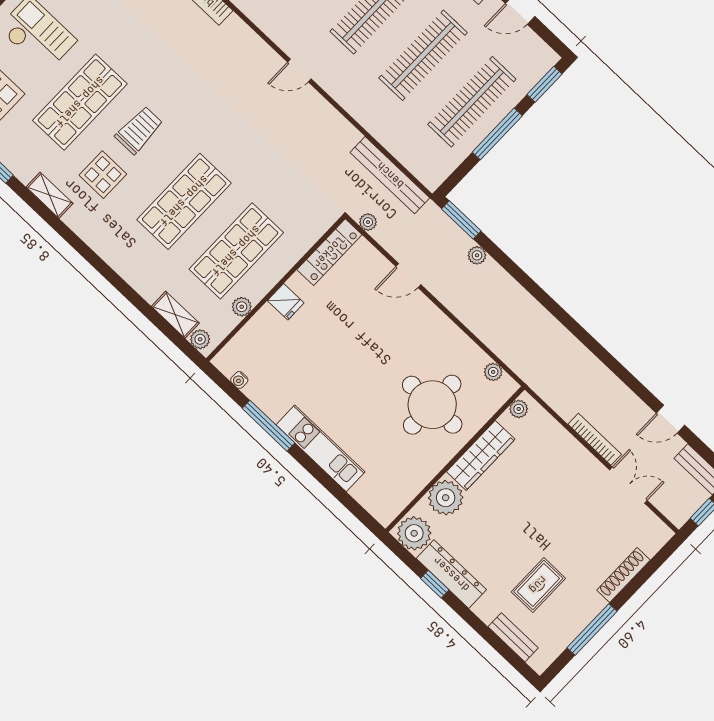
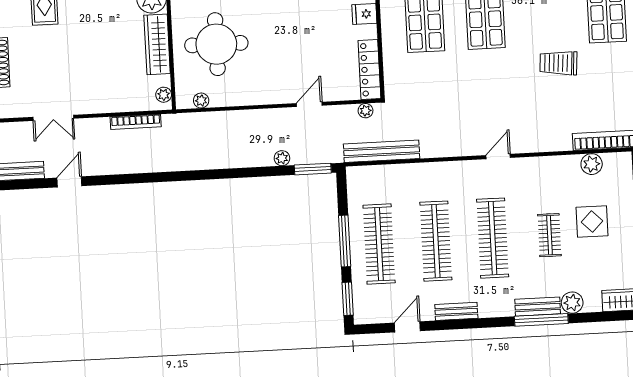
trolley: (139, 130) -> (558, 63), moved, turned 94
bookcase: (595, 439) -> (136, 122), moved

